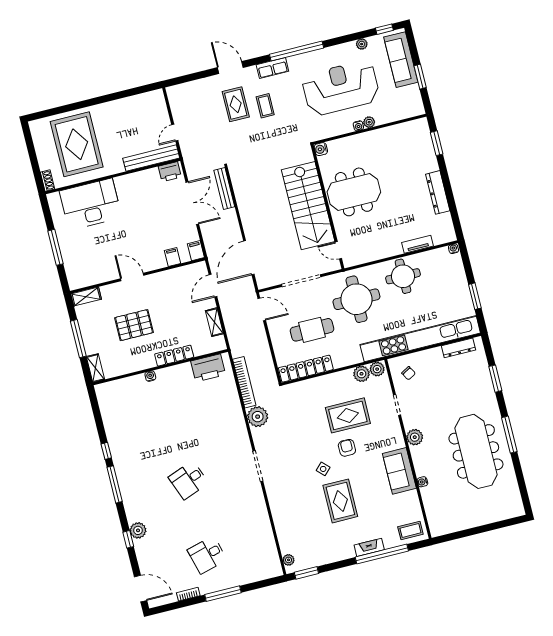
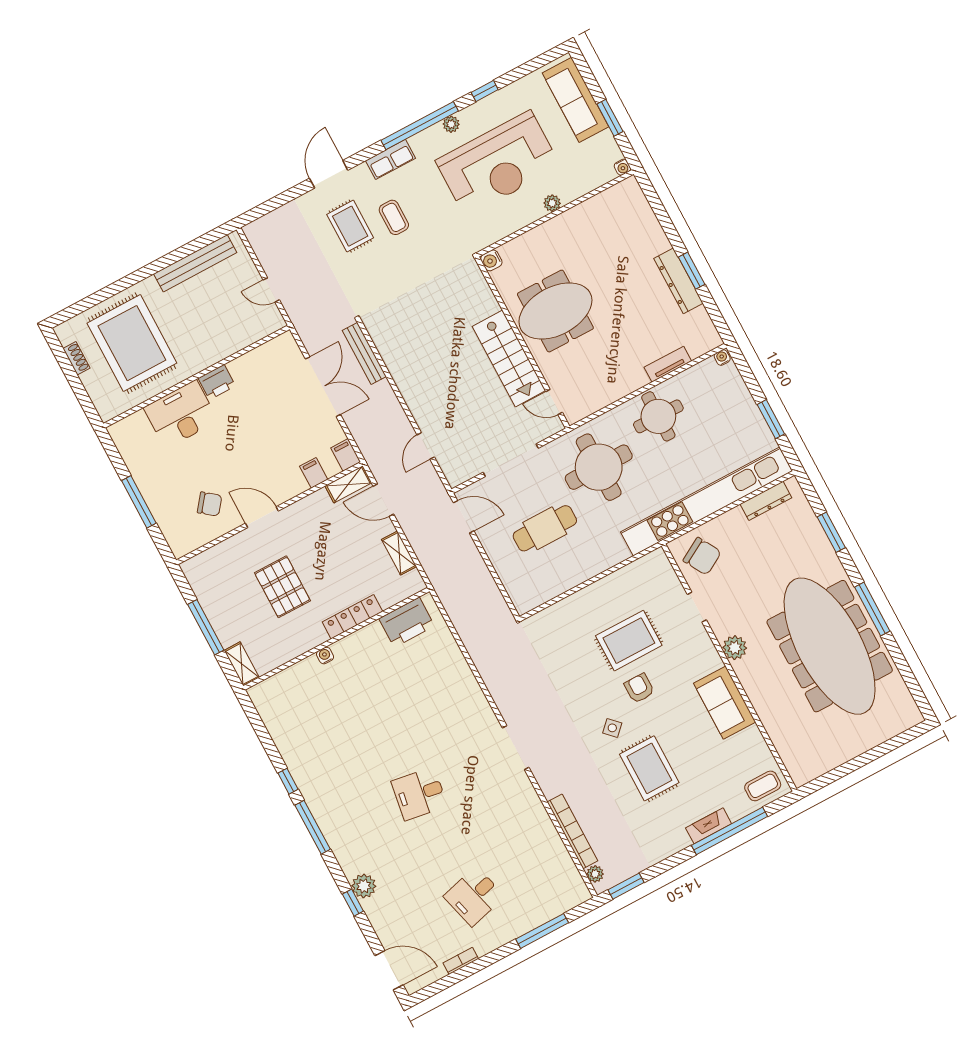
window: (384, 29) -> (485, 91), moved
plant: (362, 44) -> (451, 124), moved
door: (230, 68) -> (329, 174), hinge flipped
reception desk: (341, 88) -> (498, 164), turned 180
water cooler: (358, 126) -> (622, 167), moved
door: (175, 133) -> (271, 290), hinge flipped
window: (437, 143) -> (692, 271), moved
bench: (151, 158) -> (195, 263), moved
printer: (170, 172) -> (217, 382), moved
shoe rack: (47, 181) -> (76, 358), moved
desk: (91, 204) -> (181, 414), width x0.73, depth x0.77
stairs: (308, 206) -> (509, 358), width x0.73, depth x0.66
door: (249, 258) -> (426, 446), width x0.53
chair: (101, 260) -> (210, 504), added
door: (213, 286) -> (383, 500), hinge flipped
shelving: (86, 297) -> (348, 484), moved
pallet: (134, 325) -> (282, 587), turned 90
locker: (306, 369) -> (550, 587), removed
plant: (377, 369) -> (655, 562), removed
chair: (409, 373) -> (702, 556), width x1.87, depth x1.87
plant: (361, 374) -> (633, 574), removed
bookcase: (244, 382) -> (572, 831), moved
plant: (258, 417) -> (497, 675), removed
meeting table: (476, 451) -> (830, 646), width x1.36, depth x1.27
desk: (189, 480) -> (419, 794), turned 30
water cooler: (422, 482) -> (762, 710), removed
window: (223, 594) -> (542, 931), moved

